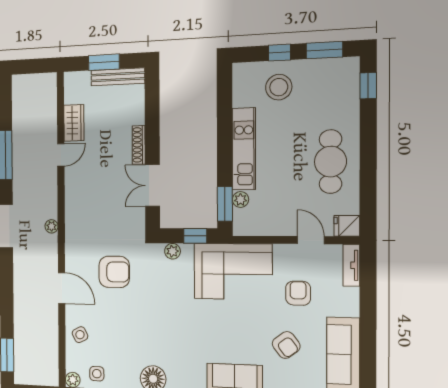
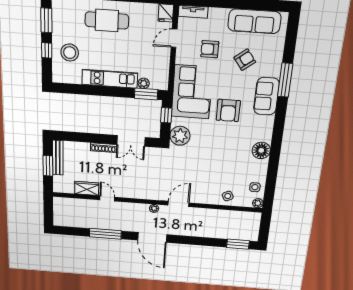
cafe table: (331, 162) -> (107, 20), moved
plant: (172, 251) -> (180, 136), width x1.88, depth x1.88
armchair: (114, 272) -> (228, 110), moved, turned 180
door: (62, 288) -> (178, 204), moved

